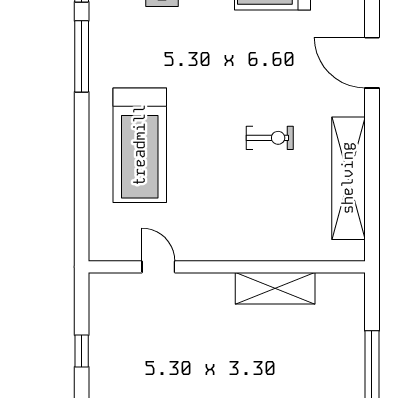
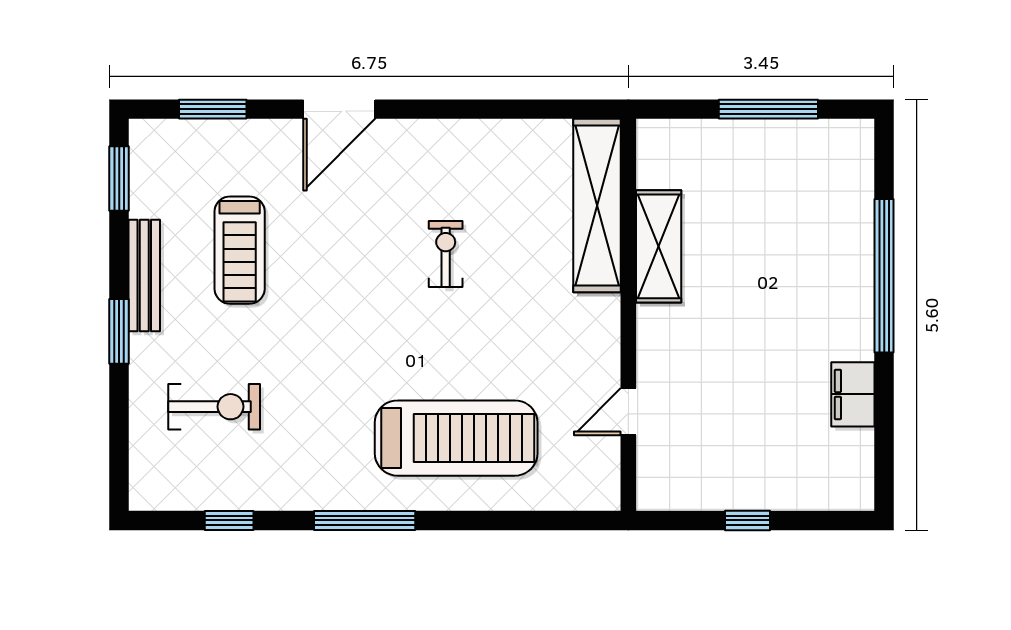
window: (82, 56) -> (365, 520), moved
shelving: (348, 178) -> (597, 206), moved, turned 90

